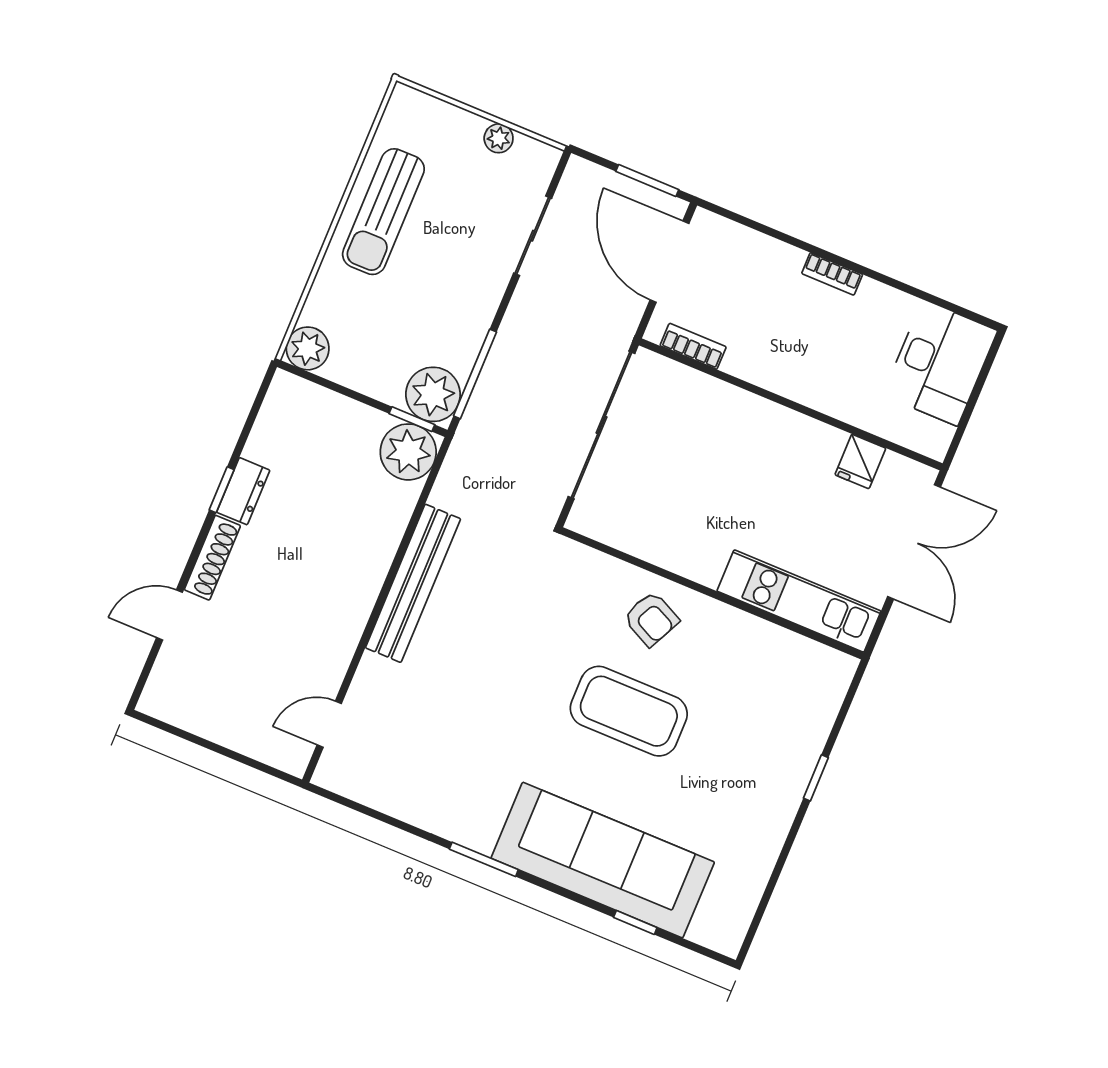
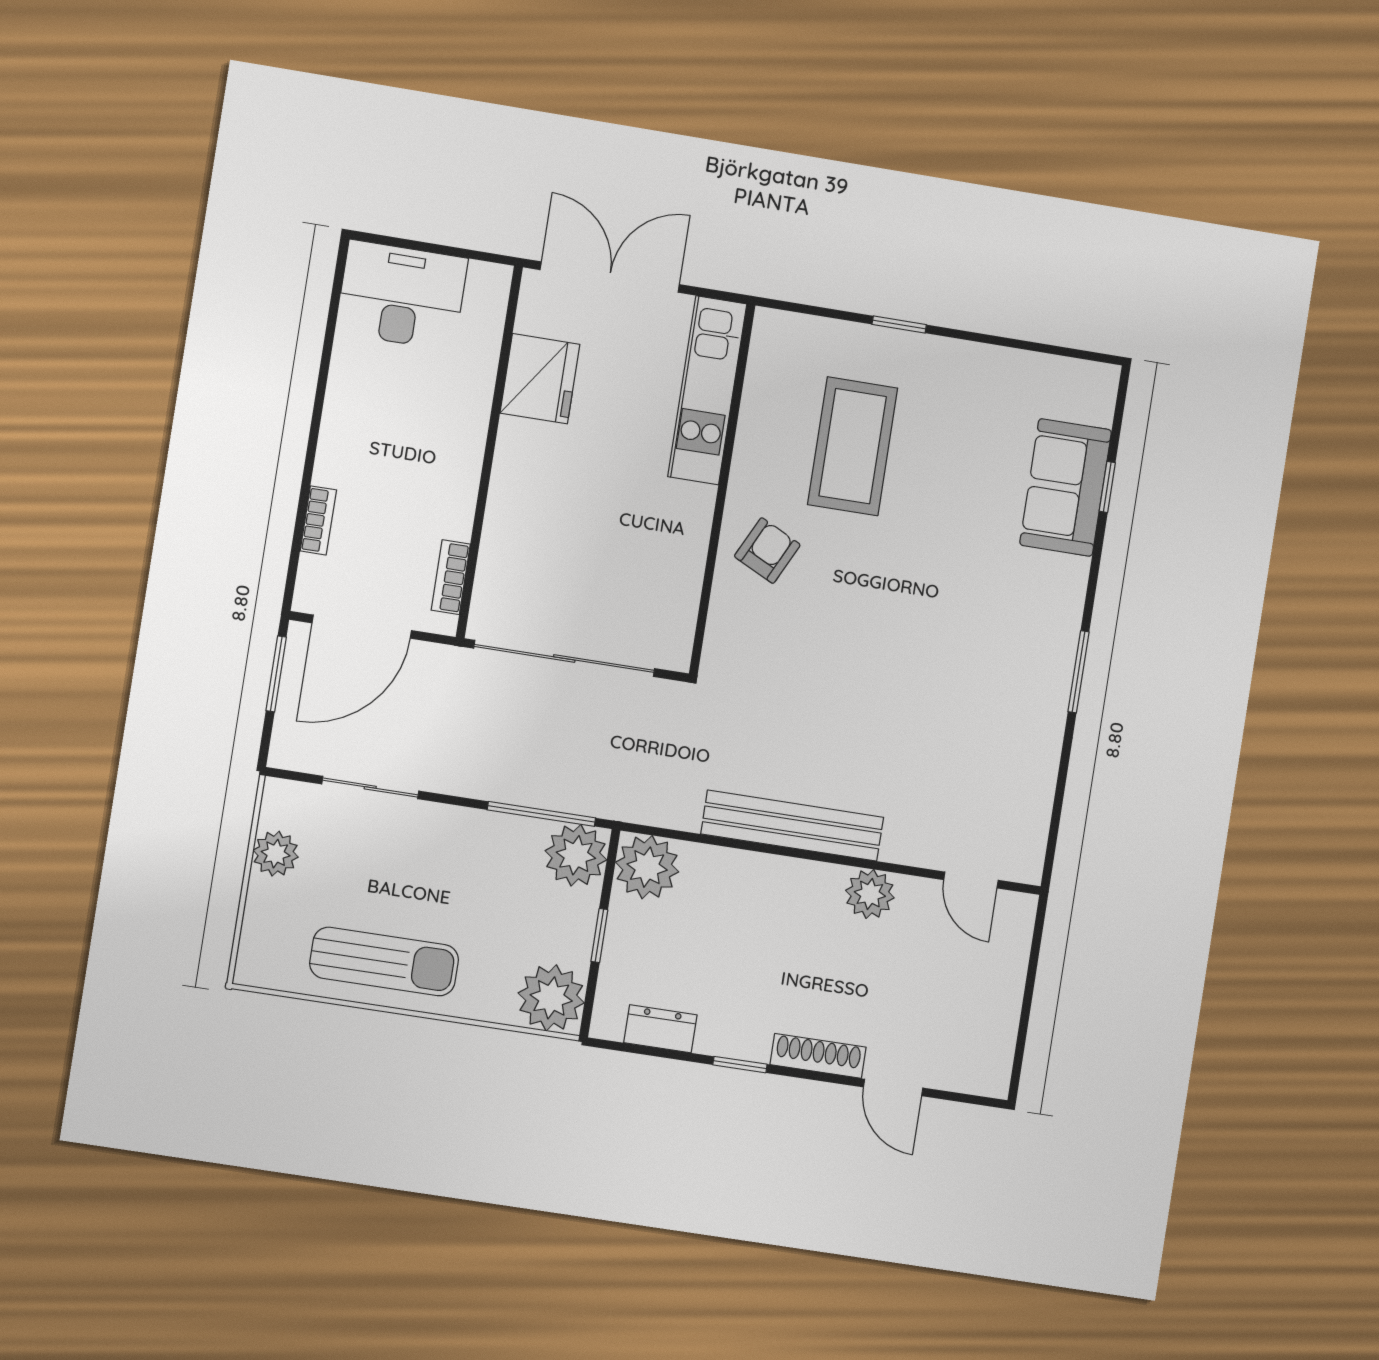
plant: (499, 138) -> (276, 854), width x1.38, depth x1.38
bookcase: (832, 274) -> (318, 520), moved
plant: (308, 348) -> (551, 998), width x1.36, depth x1.36
window: (412, 419) -> (599, 936), moved
fridge: (860, 461) -> (540, 379), width x1.88, depth x1.34
dresser: (243, 491) -> (660, 1029), moved
plant: (339, 635) -> (870, 894), added
coffee table: (629, 711) -> (853, 446), moved
sofa: (603, 860) -> (1066, 487), width x0.54, depth x0.79

